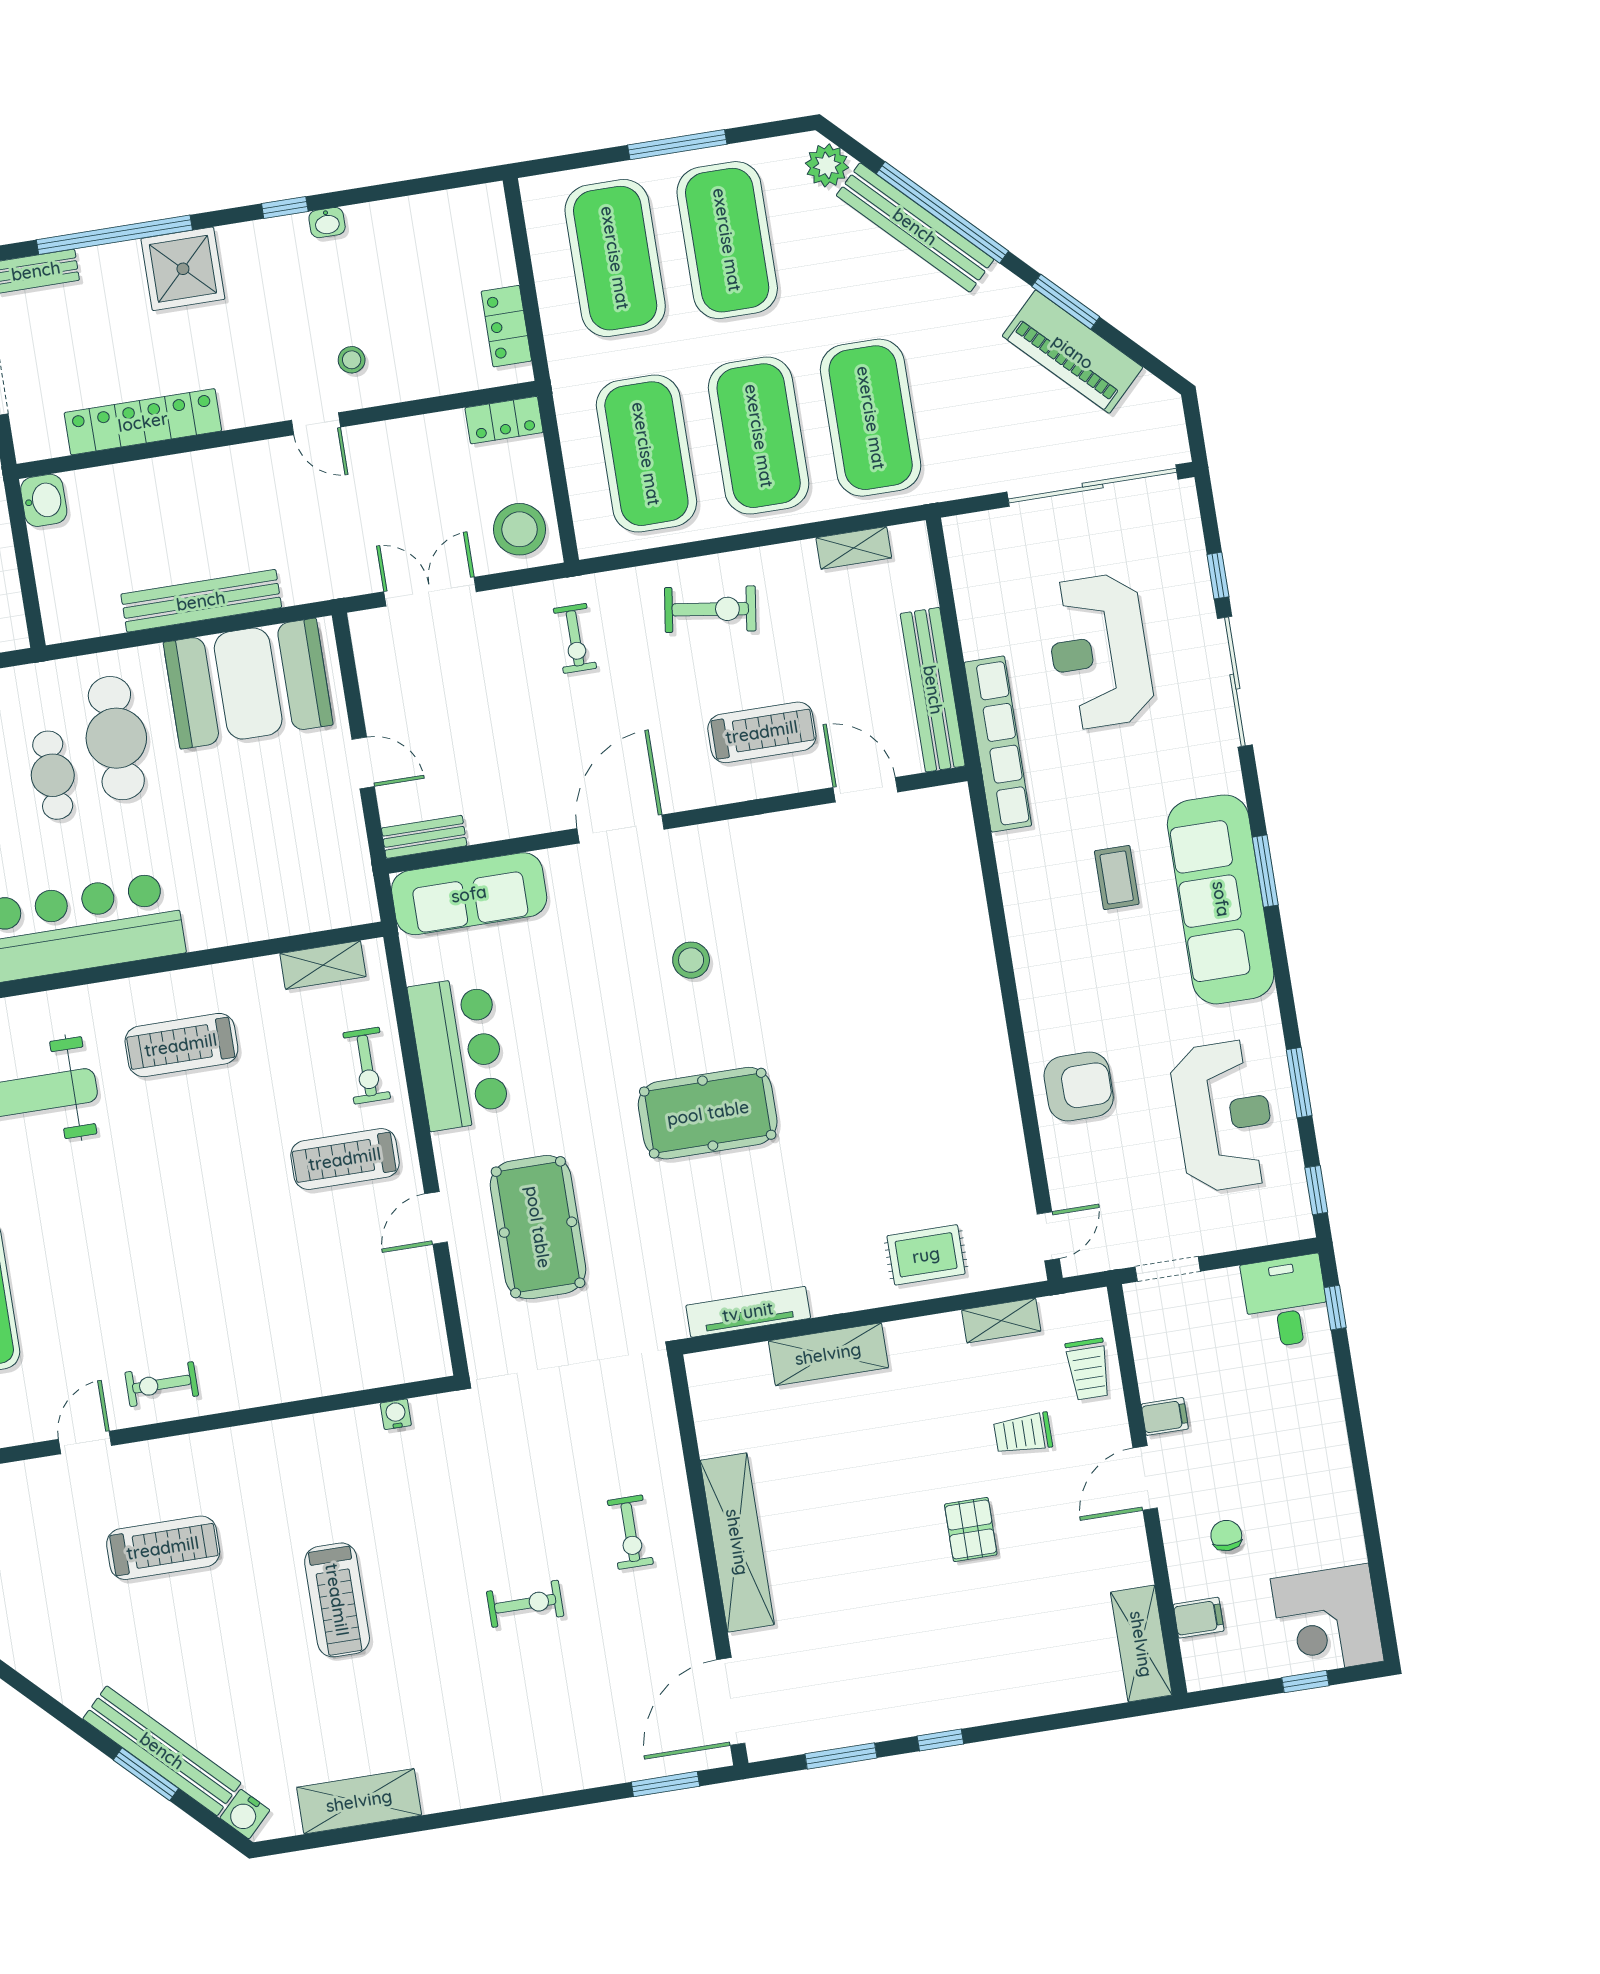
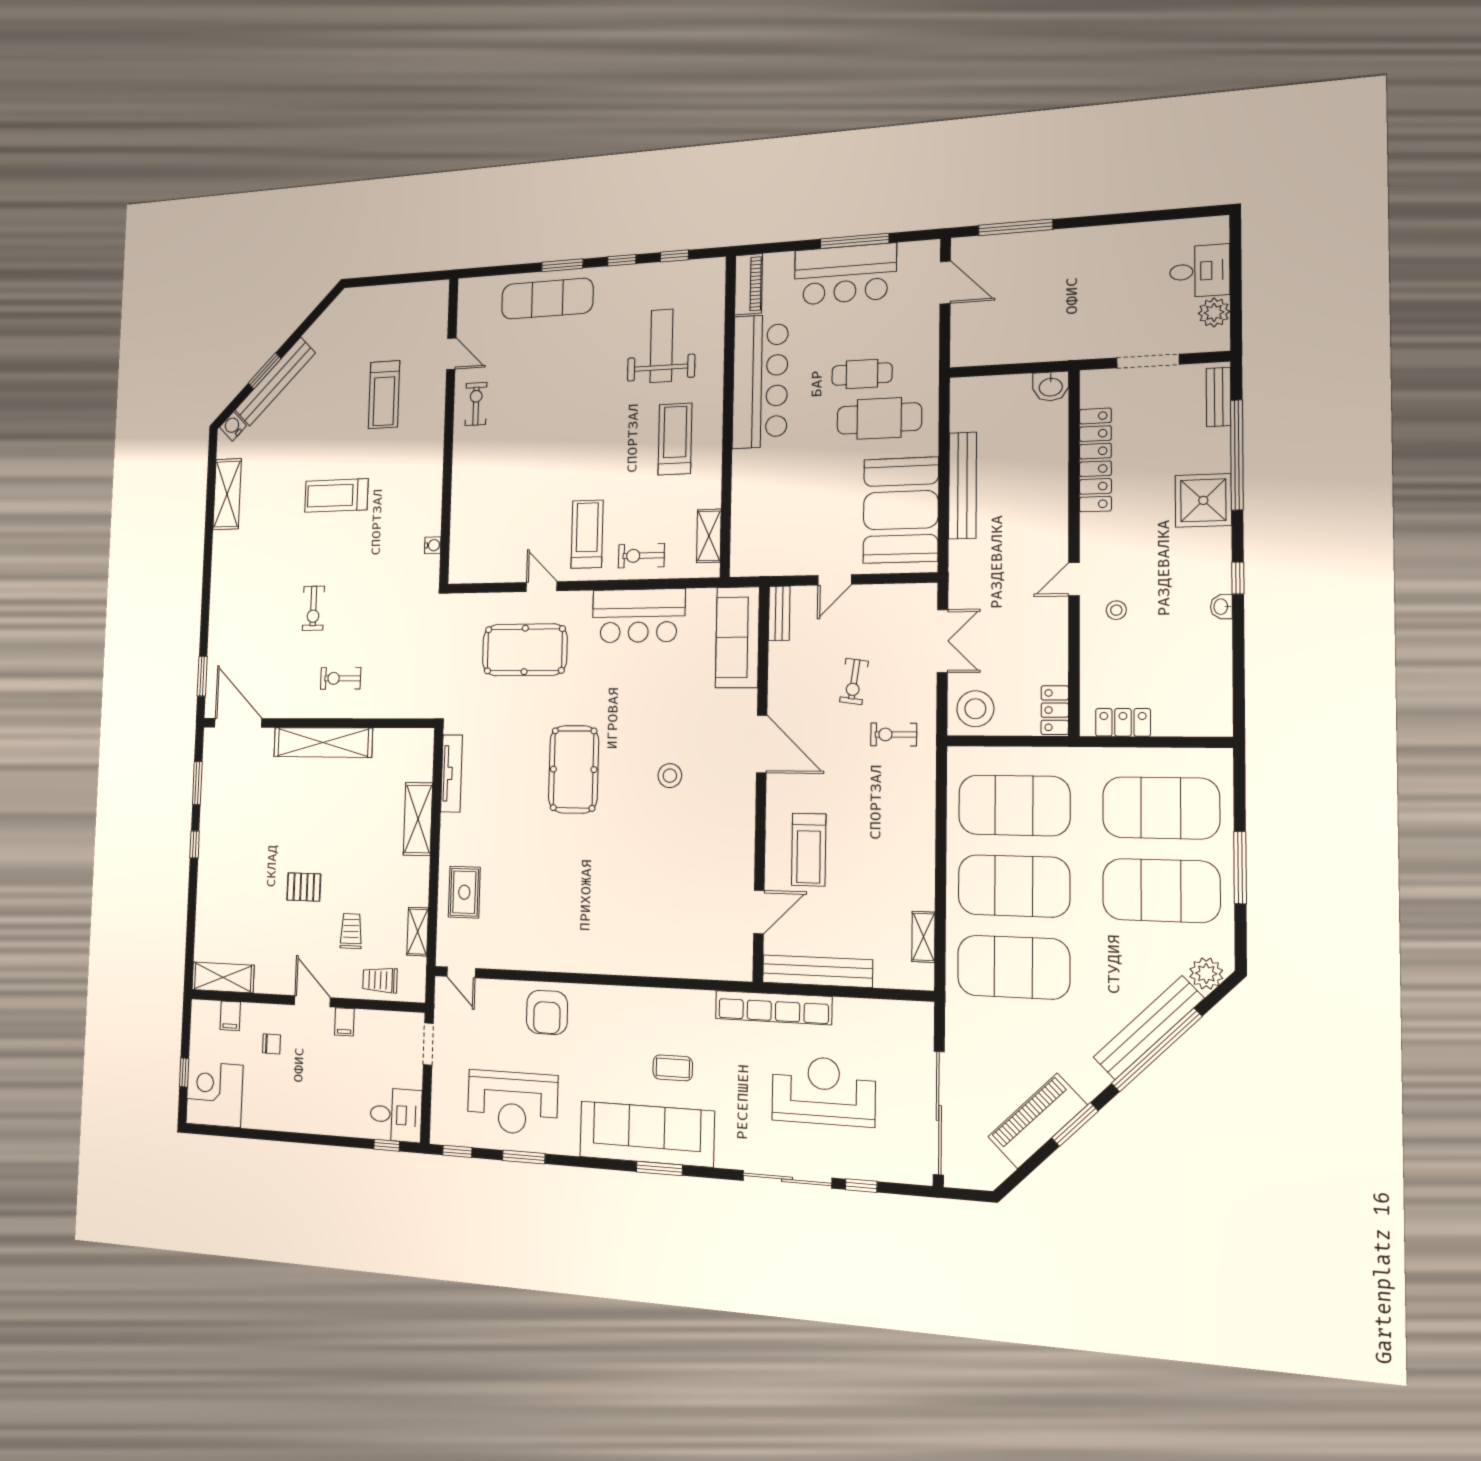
exercise bike: (710, 609) -> (854, 681), moved, width x0.73, depth x0.72

